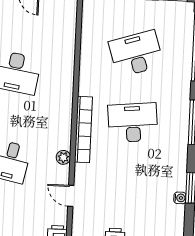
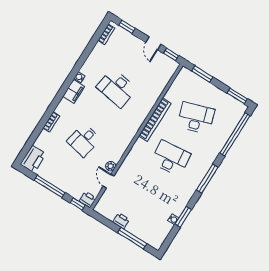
bookcase: (83, 129) -> (155, 120), moved
plant: (63, 157) -> (111, 166), moved

